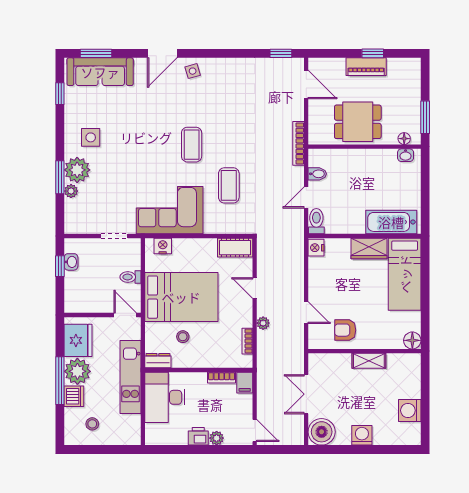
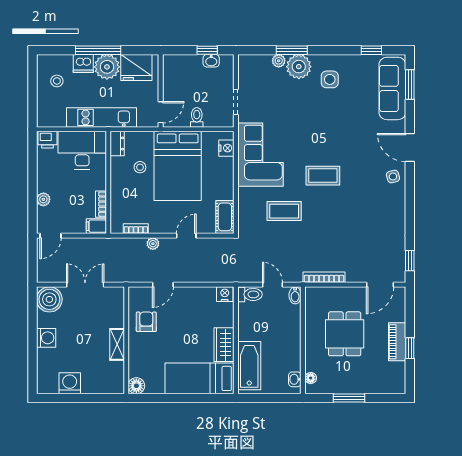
floor lamp: (404, 139) -> (311, 378), moved
wall: (365, 147) -> (303, 340), moved
washbasin: (406, 155) -> (295, 379), moved
printer: (198, 436) -> (47, 140), moved, turned 90

